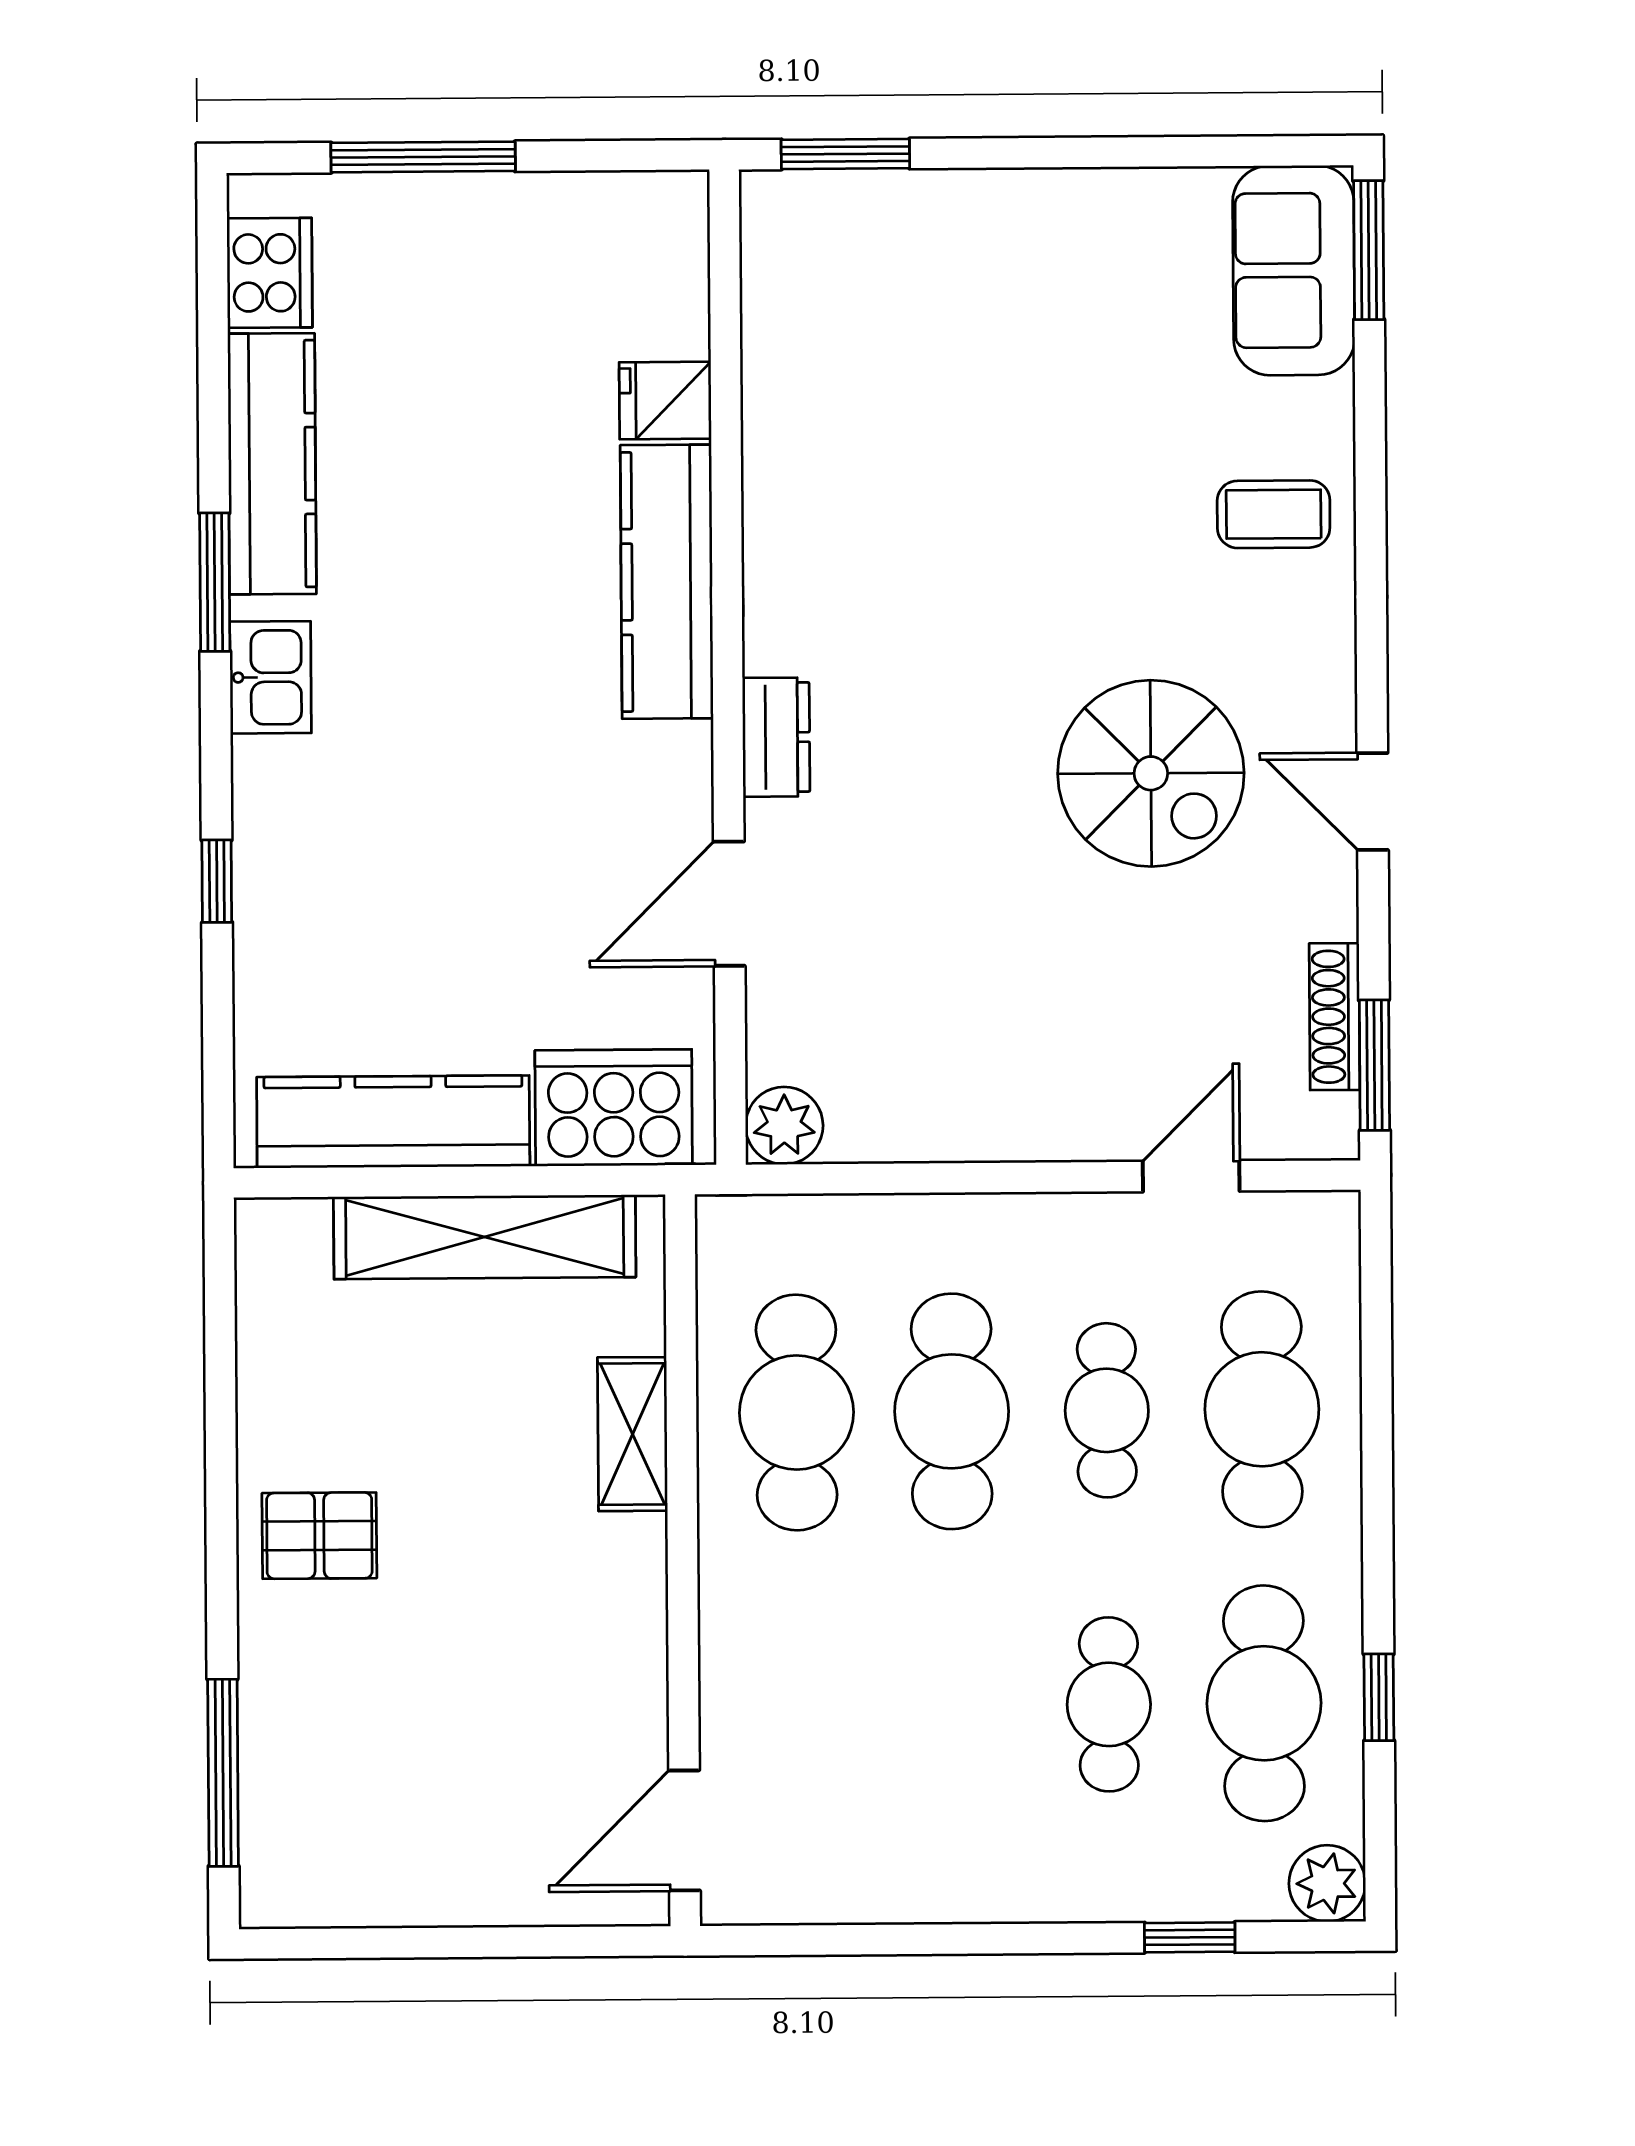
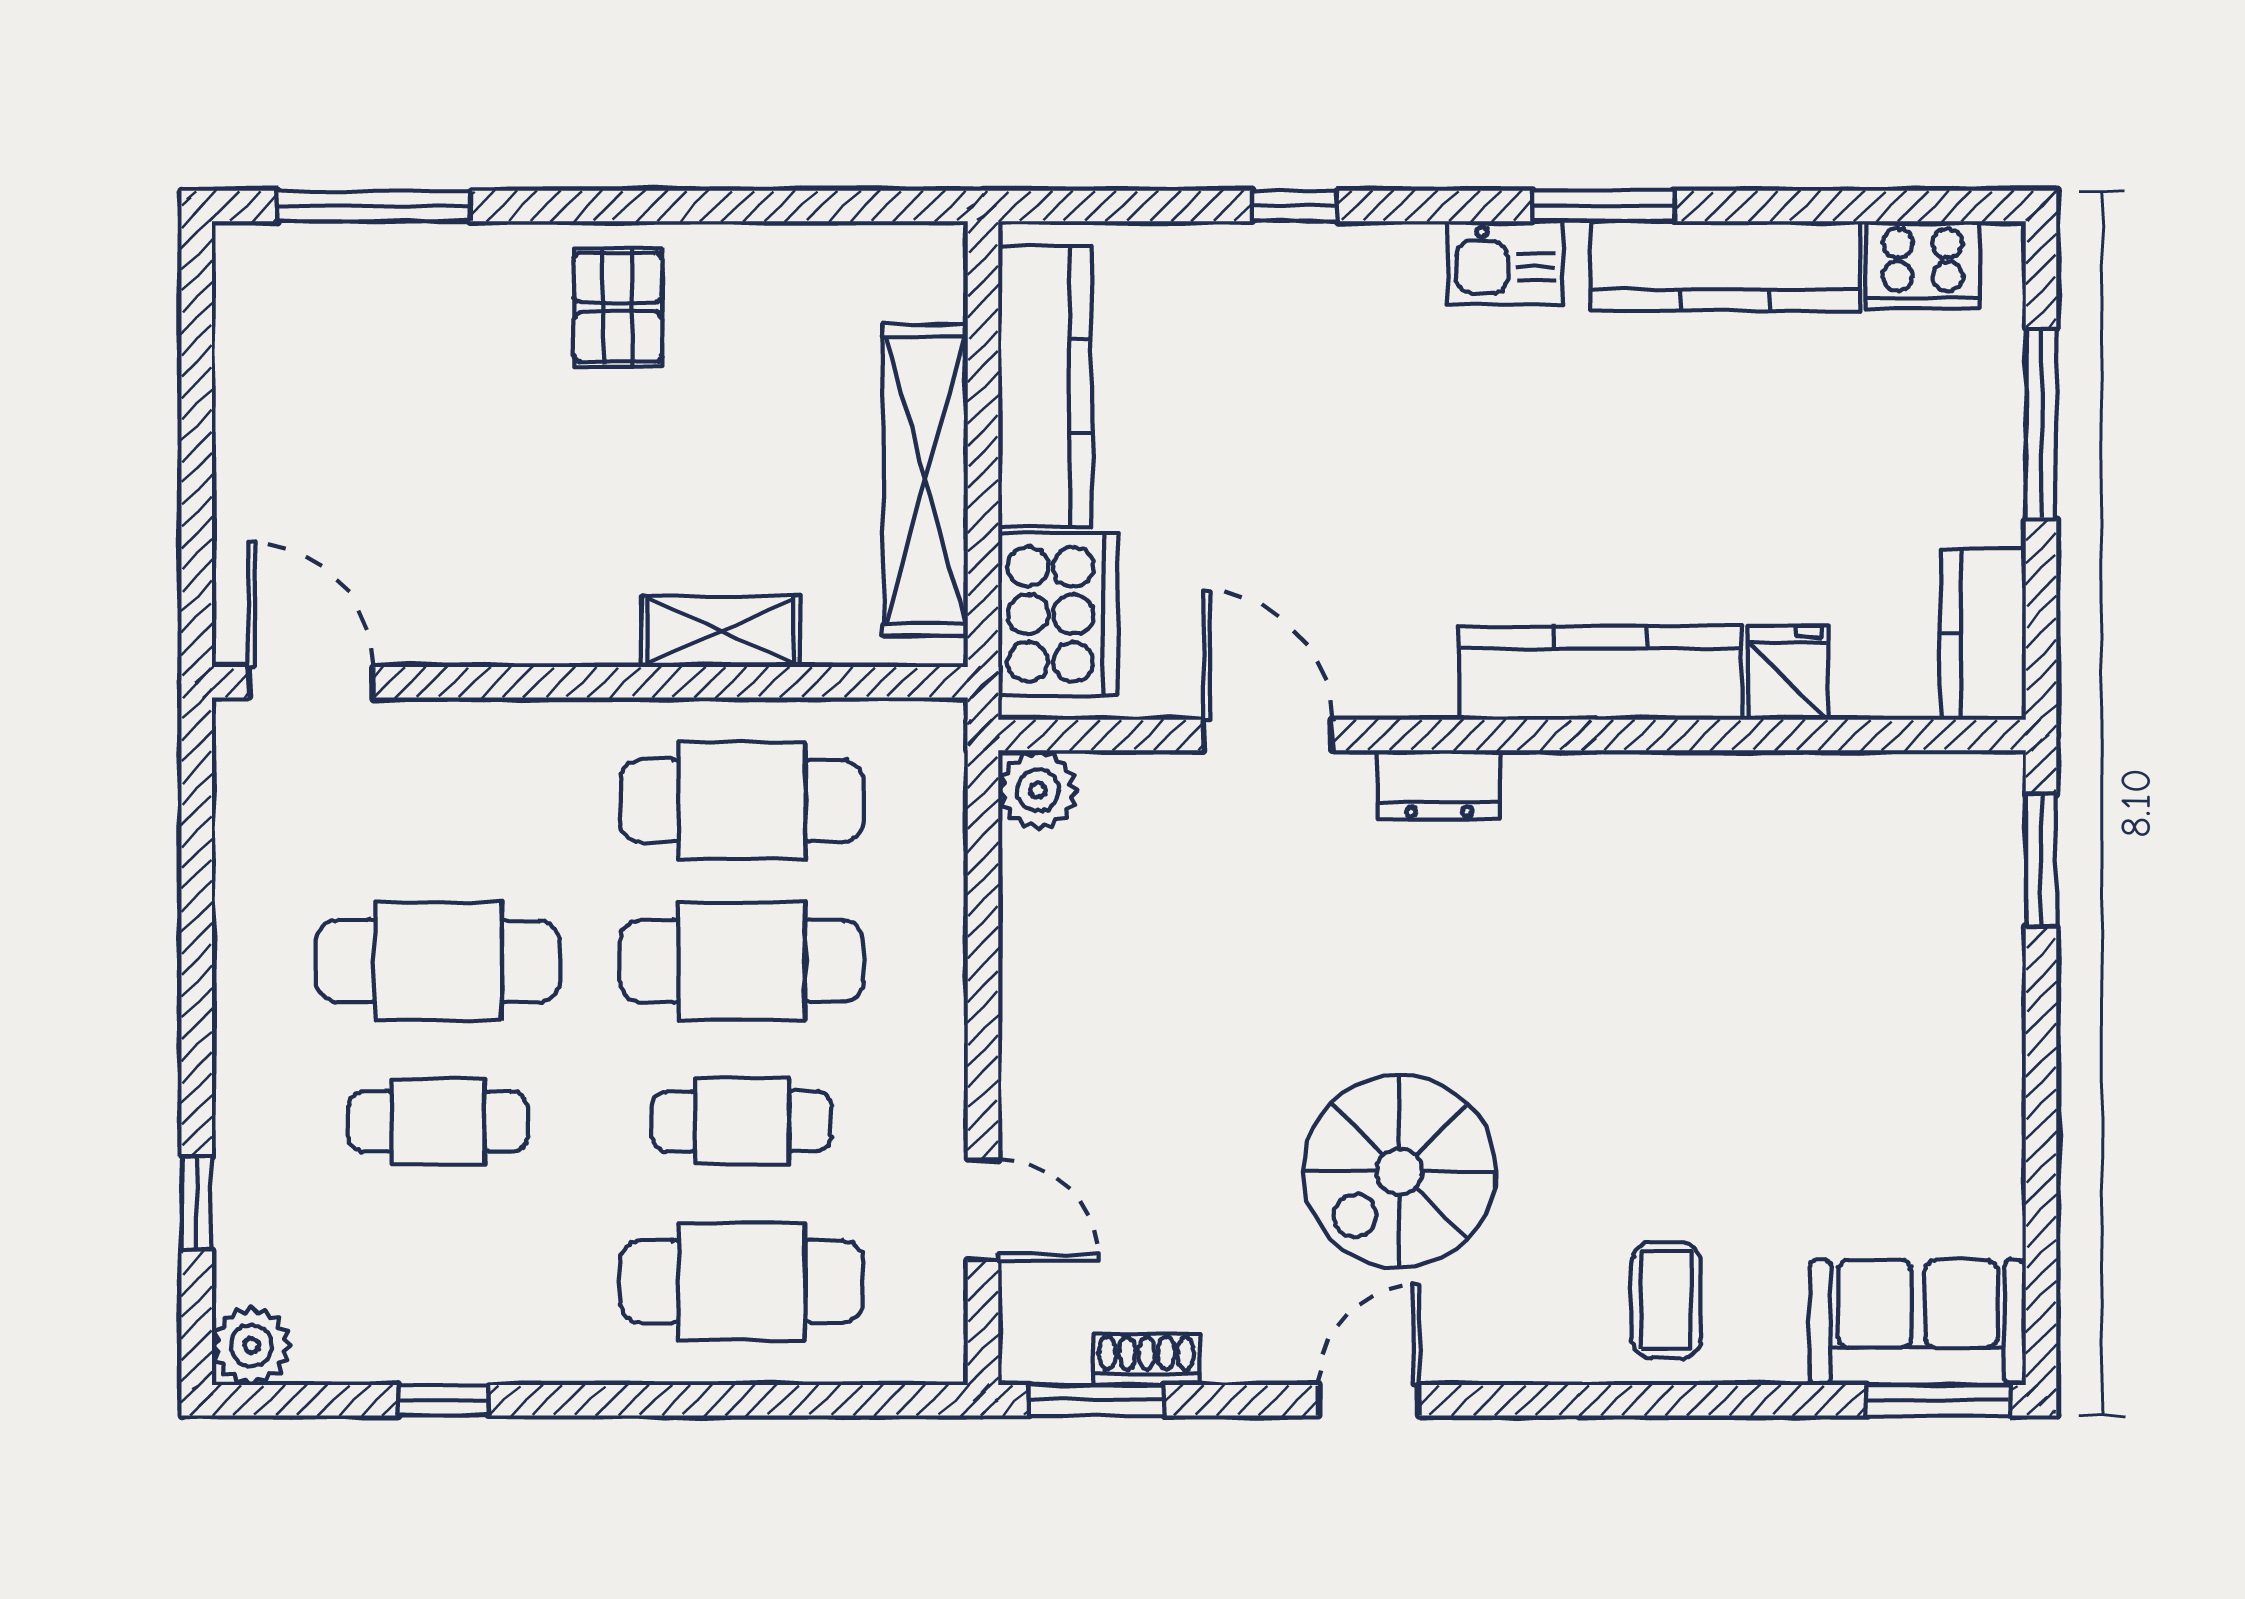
kitchen counter: (627, 212) -> (1983, 635), added
shoe rack: (1335, 1017) -> (1147, 1359), width x0.70
cafe table: (1264, 1703) -> (438, 961), moved

